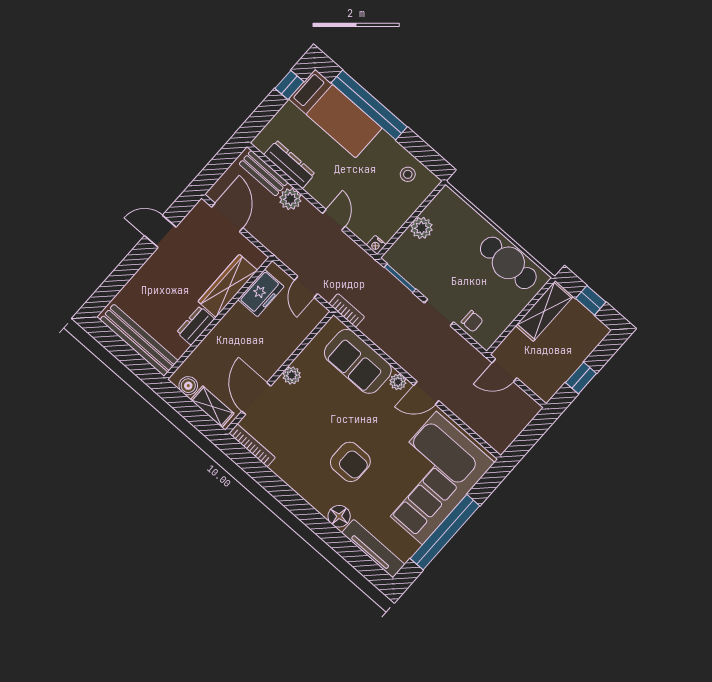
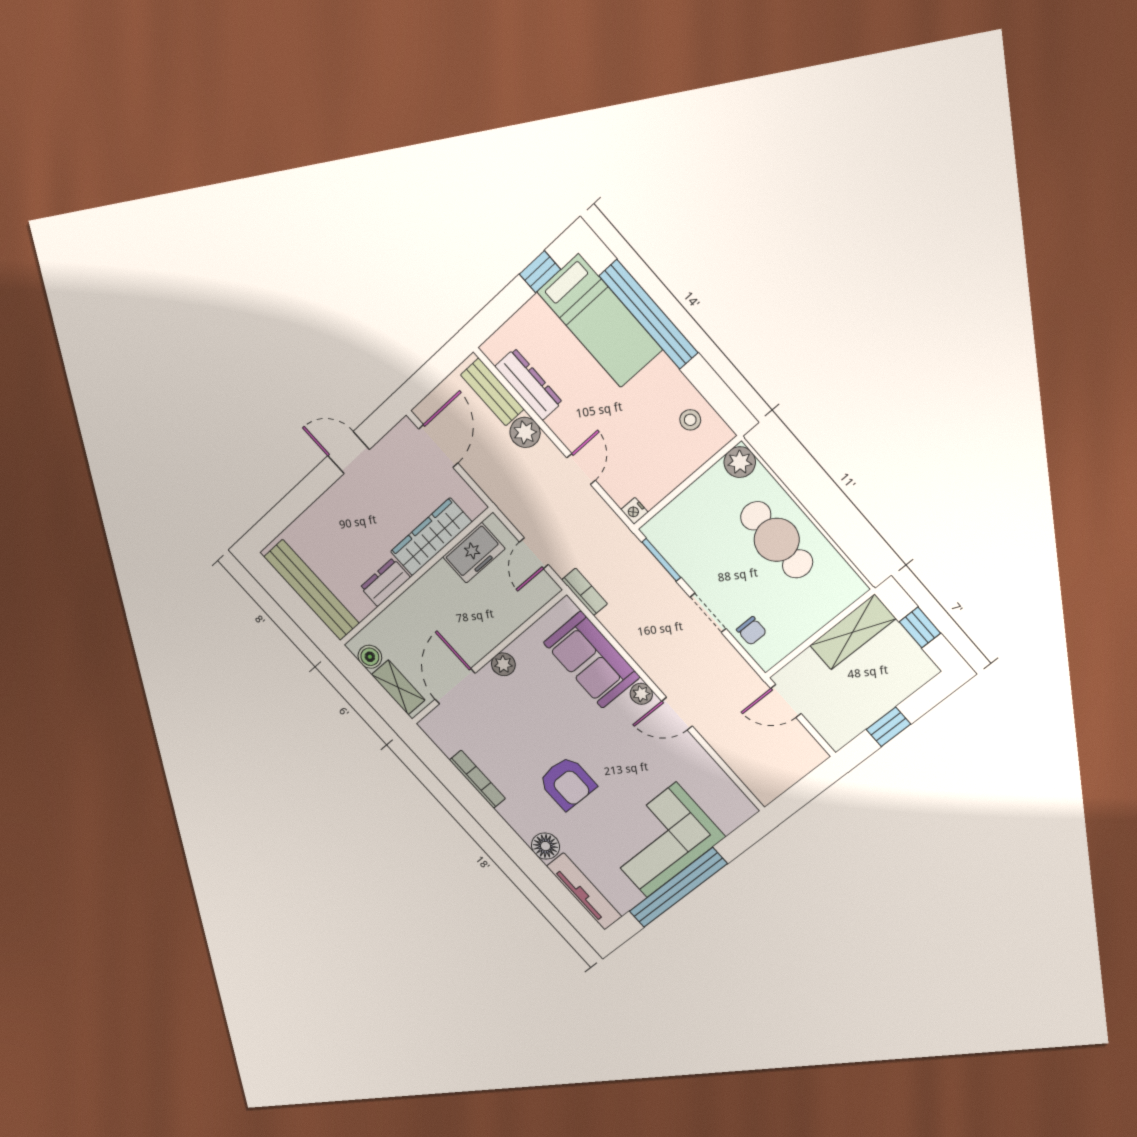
plant: (422, 228) -> (740, 462), moved
cafe table: (508, 263) -> (777, 540), moved
bookcase: (252, 445) -> (477, 779), moved
corner sofa: (429, 478) -> (661, 840), width x0.73, depth x0.74

